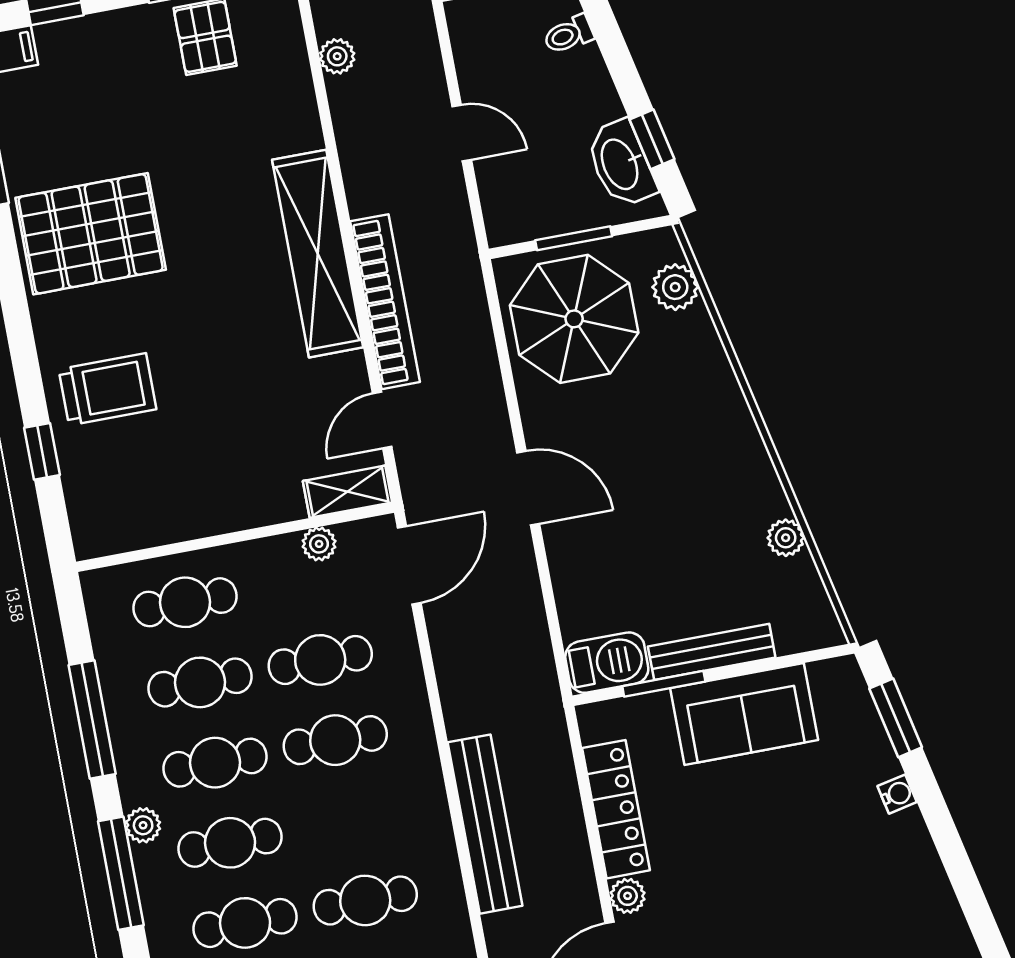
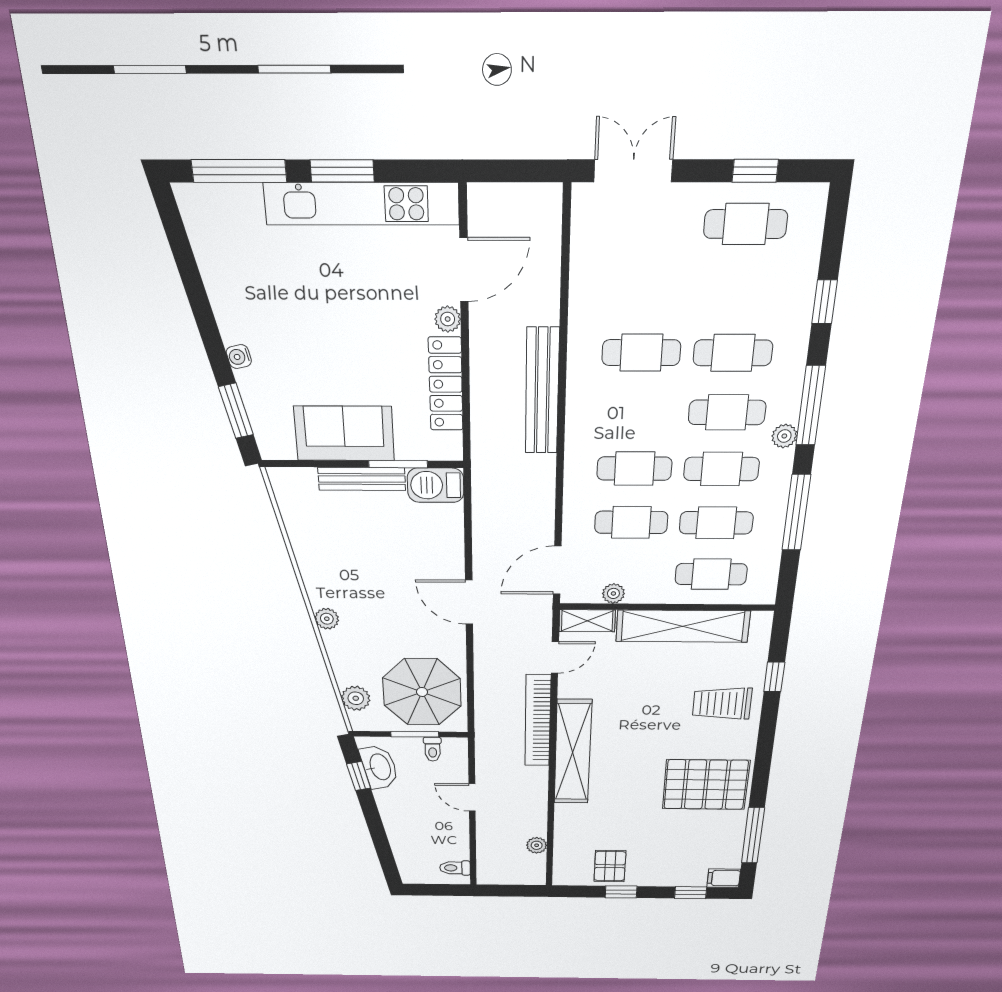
toilet: (569, 35) -> (433, 749), moved, turned 102
shelving: (204, 510) -> (683, 626), added
plant: (786, 538) -> (327, 619), moved

